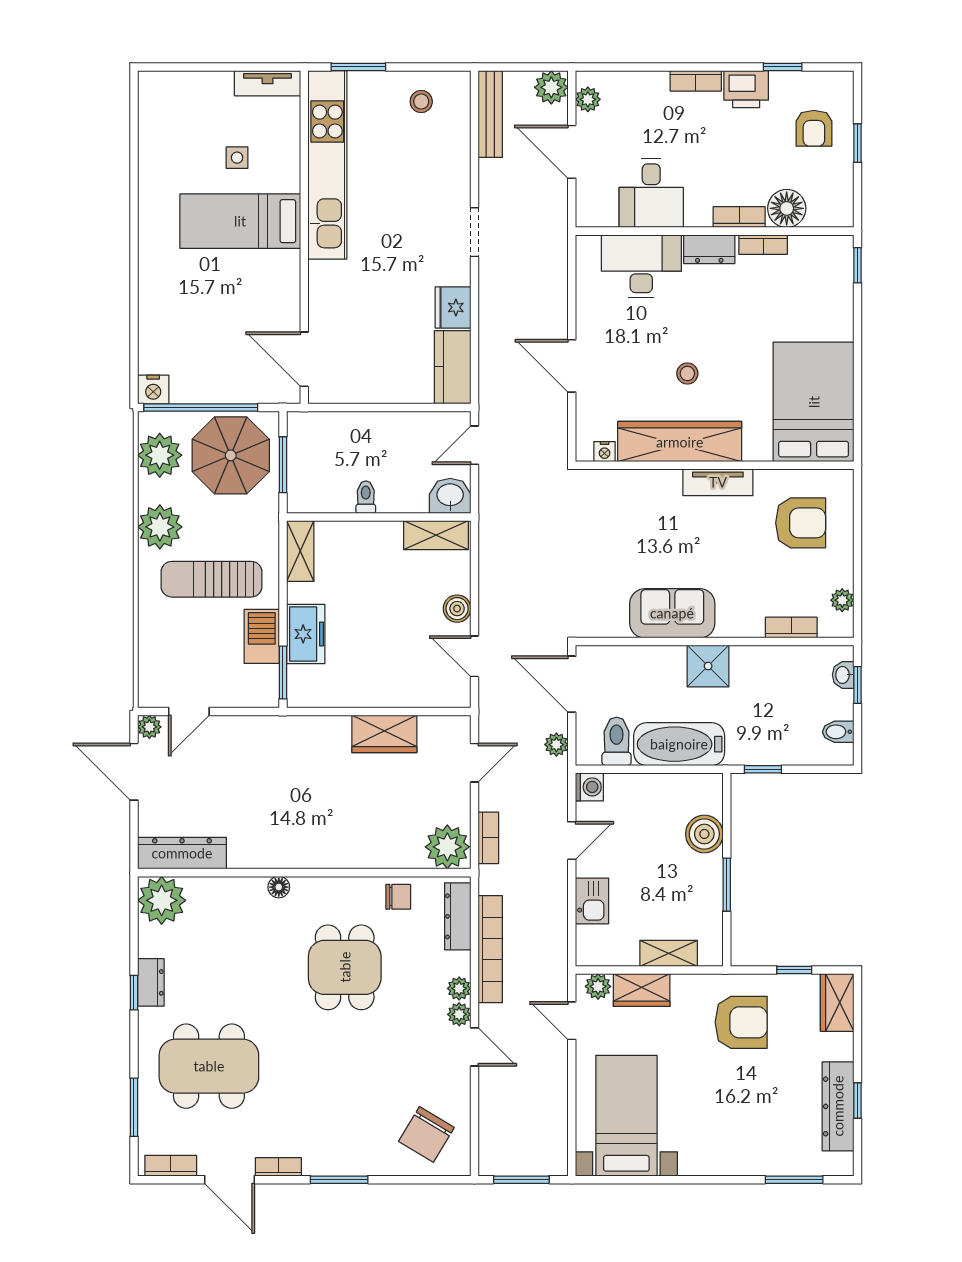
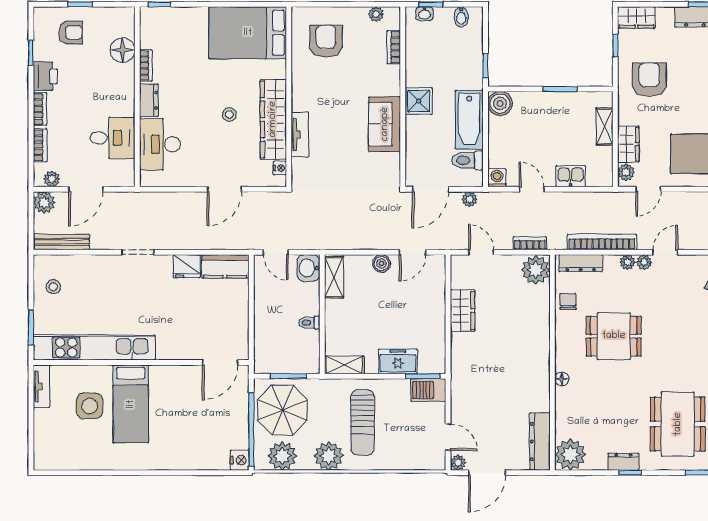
side table: (237, 158) -> (90, 406), width x1.87, depth x1.87
bookcase: (739, 217) -> (40, 145), moved, turned 180
tv unit: (718, 482) -> (300, 135), moved
barbecue: (262, 636) -> (428, 390), moved
boiler: (704, 834) -> (500, 103), moved

